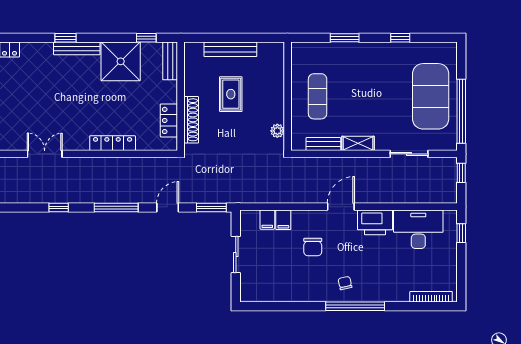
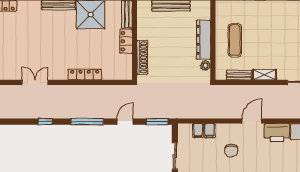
rug: (231, 94) -> (171, 39), removed
dresser: (275, 96) -> (203, 40), added
locker: (169, 120) -> (126, 41), moved

